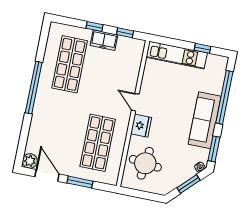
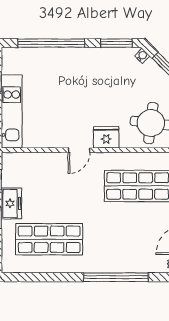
window: (34, 88) -> (116, 277), moved
sofa: (205, 120) -> (84, 61), removed

